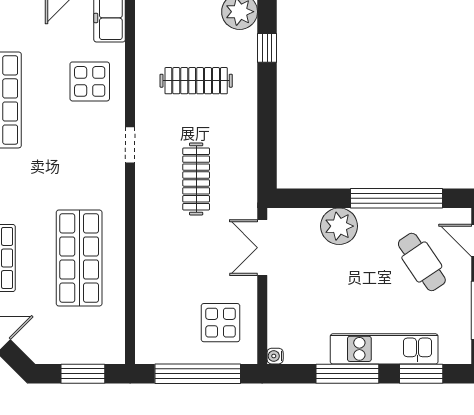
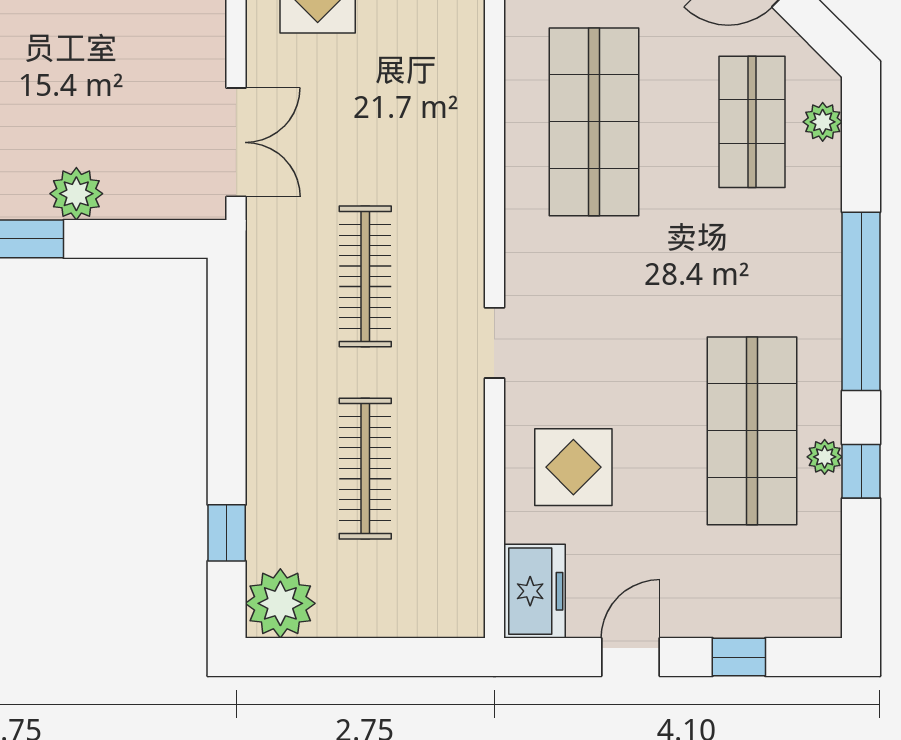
clothes rail: (196, 81) -> (365, 469), turned 90
plant: (339, 226) -> (76, 194), width x0.73, depth x0.73

